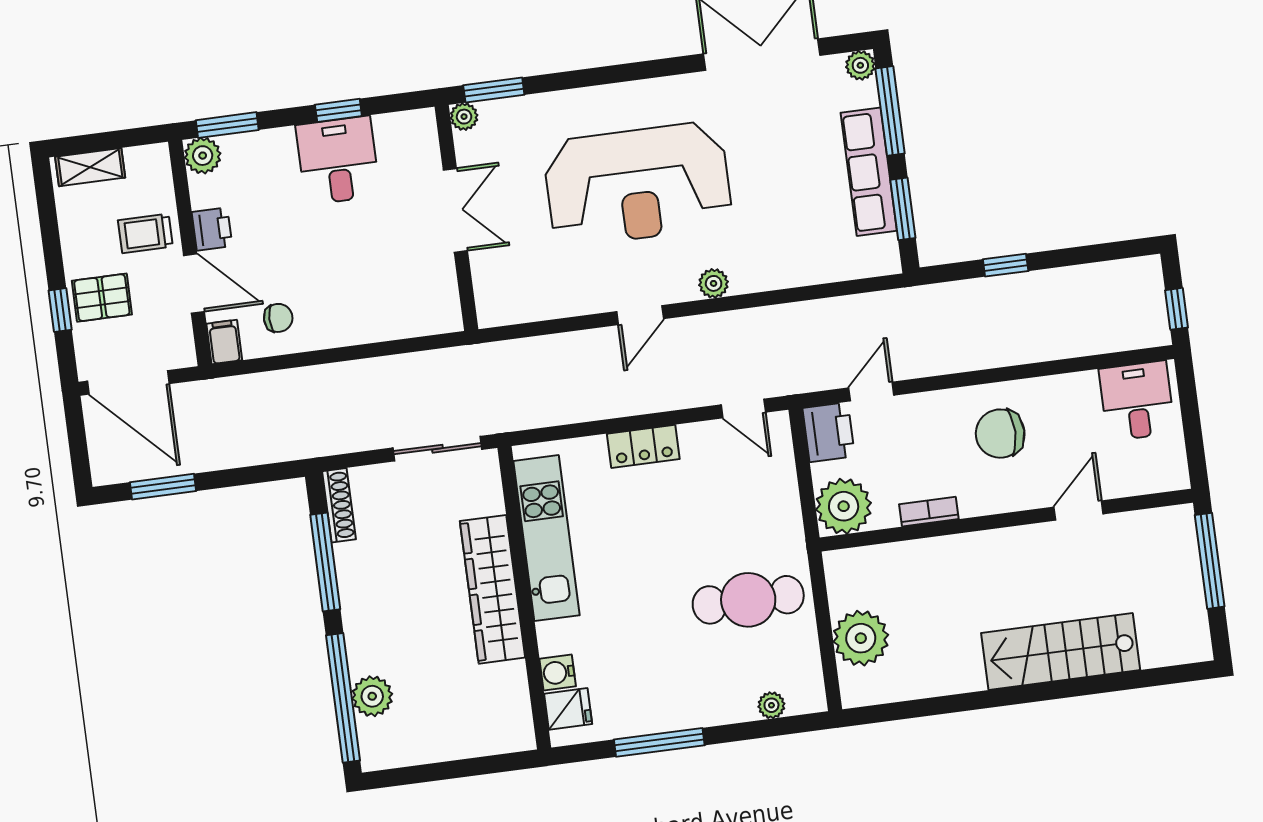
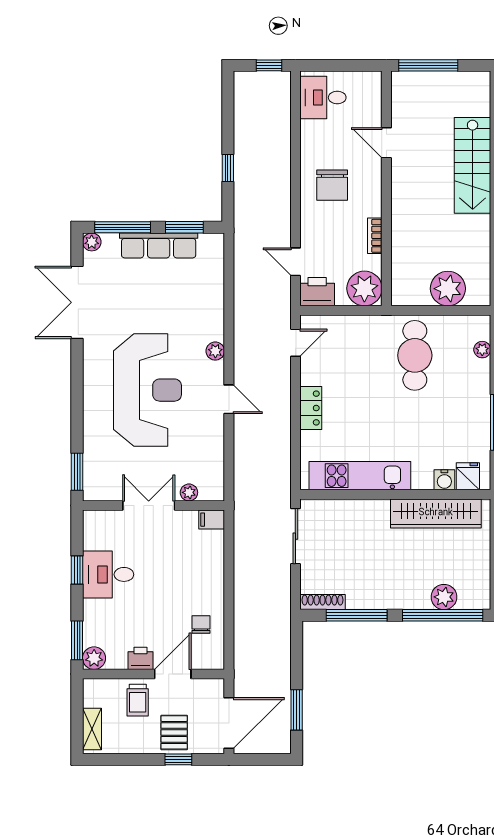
plant: (464, 117) -> (189, 492), moved
filing cabinet: (224, 342) -> (212, 520), moved
wardrobe: (492, 589) -> (436, 513), moved

